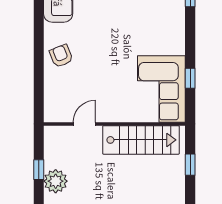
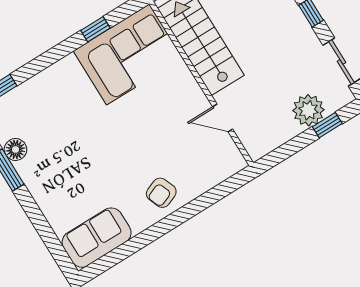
window: (39, 170) -> (327, 125), moved

